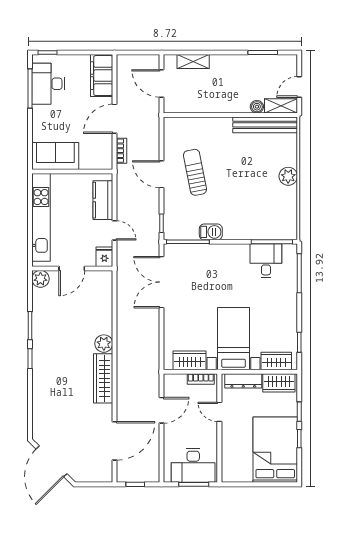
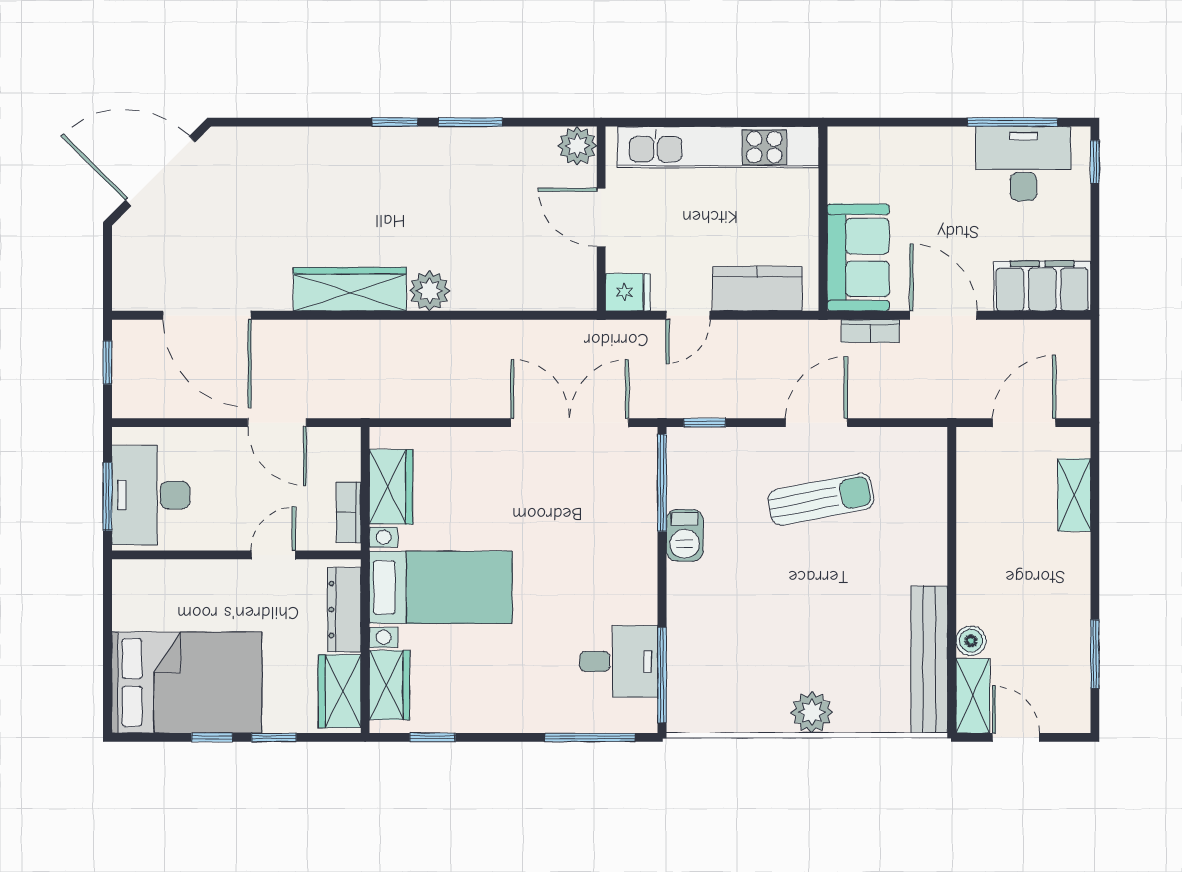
sofa: (55, 156) -> (858, 257), moved

